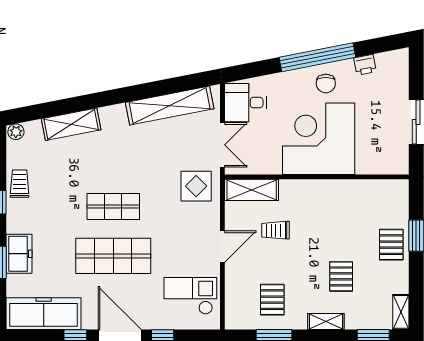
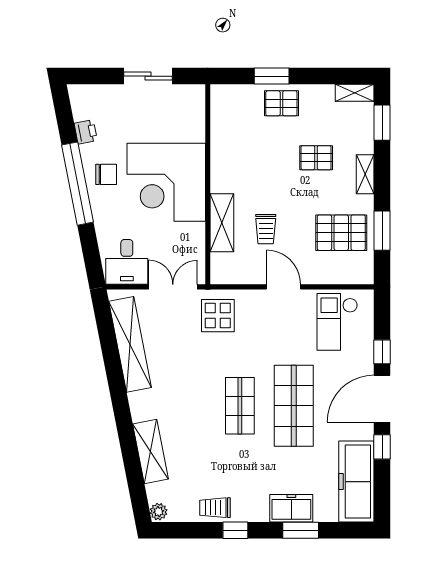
shelving: (252, 190) -> (222, 223), moved
pallet: (272, 300) -> (341, 233), width x1.50, depth x1.42

